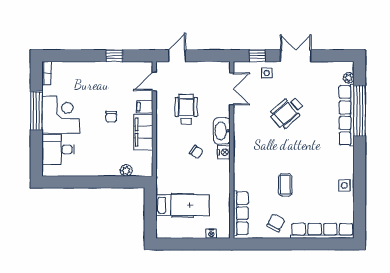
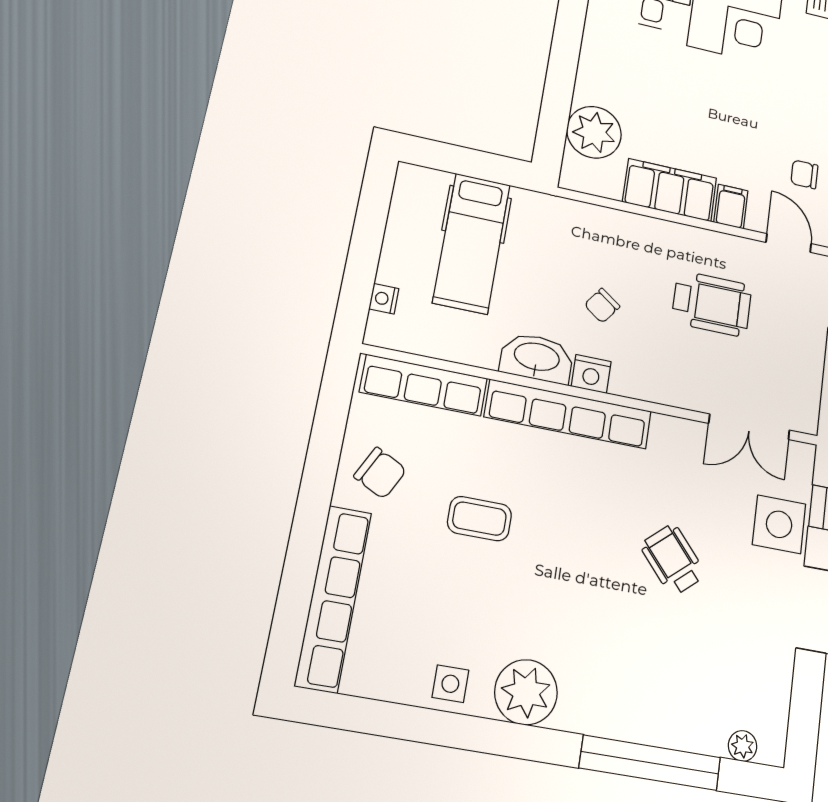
side table: (267, 73) -> (779, 524), width x1.87, depth x1.87
wheelchair: (287, 112) -> (673, 560), width x0.73, depth x0.73
row of seats: (347, 115) -> (568, 414), moved, turned 180
chair: (111, 117) -> (804, 174), moved
washbasin: (222, 131) -> (537, 358), moved
plant: (343, 159) -> (526, 692), added
plant: (126, 170) -> (594, 132), width x1.88, depth x1.88

